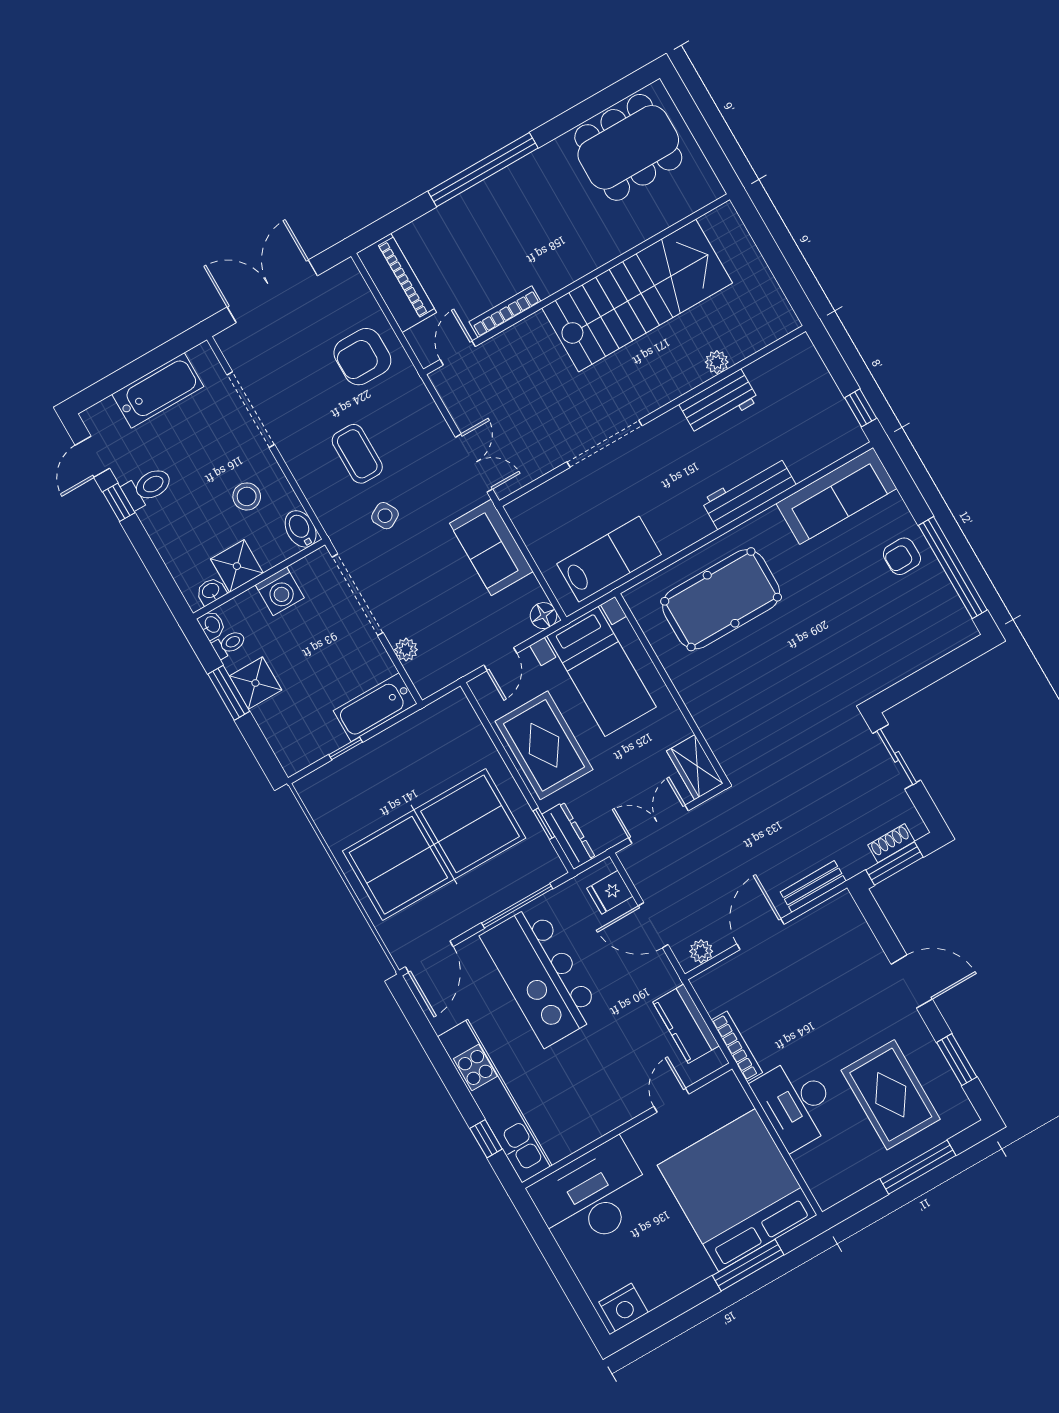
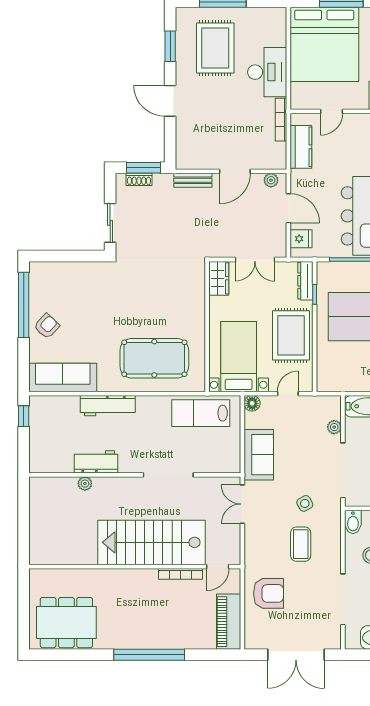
stairs: (637, 296) -> (152, 542), moved
armchair: (902, 556) -> (47, 326), turned -46

